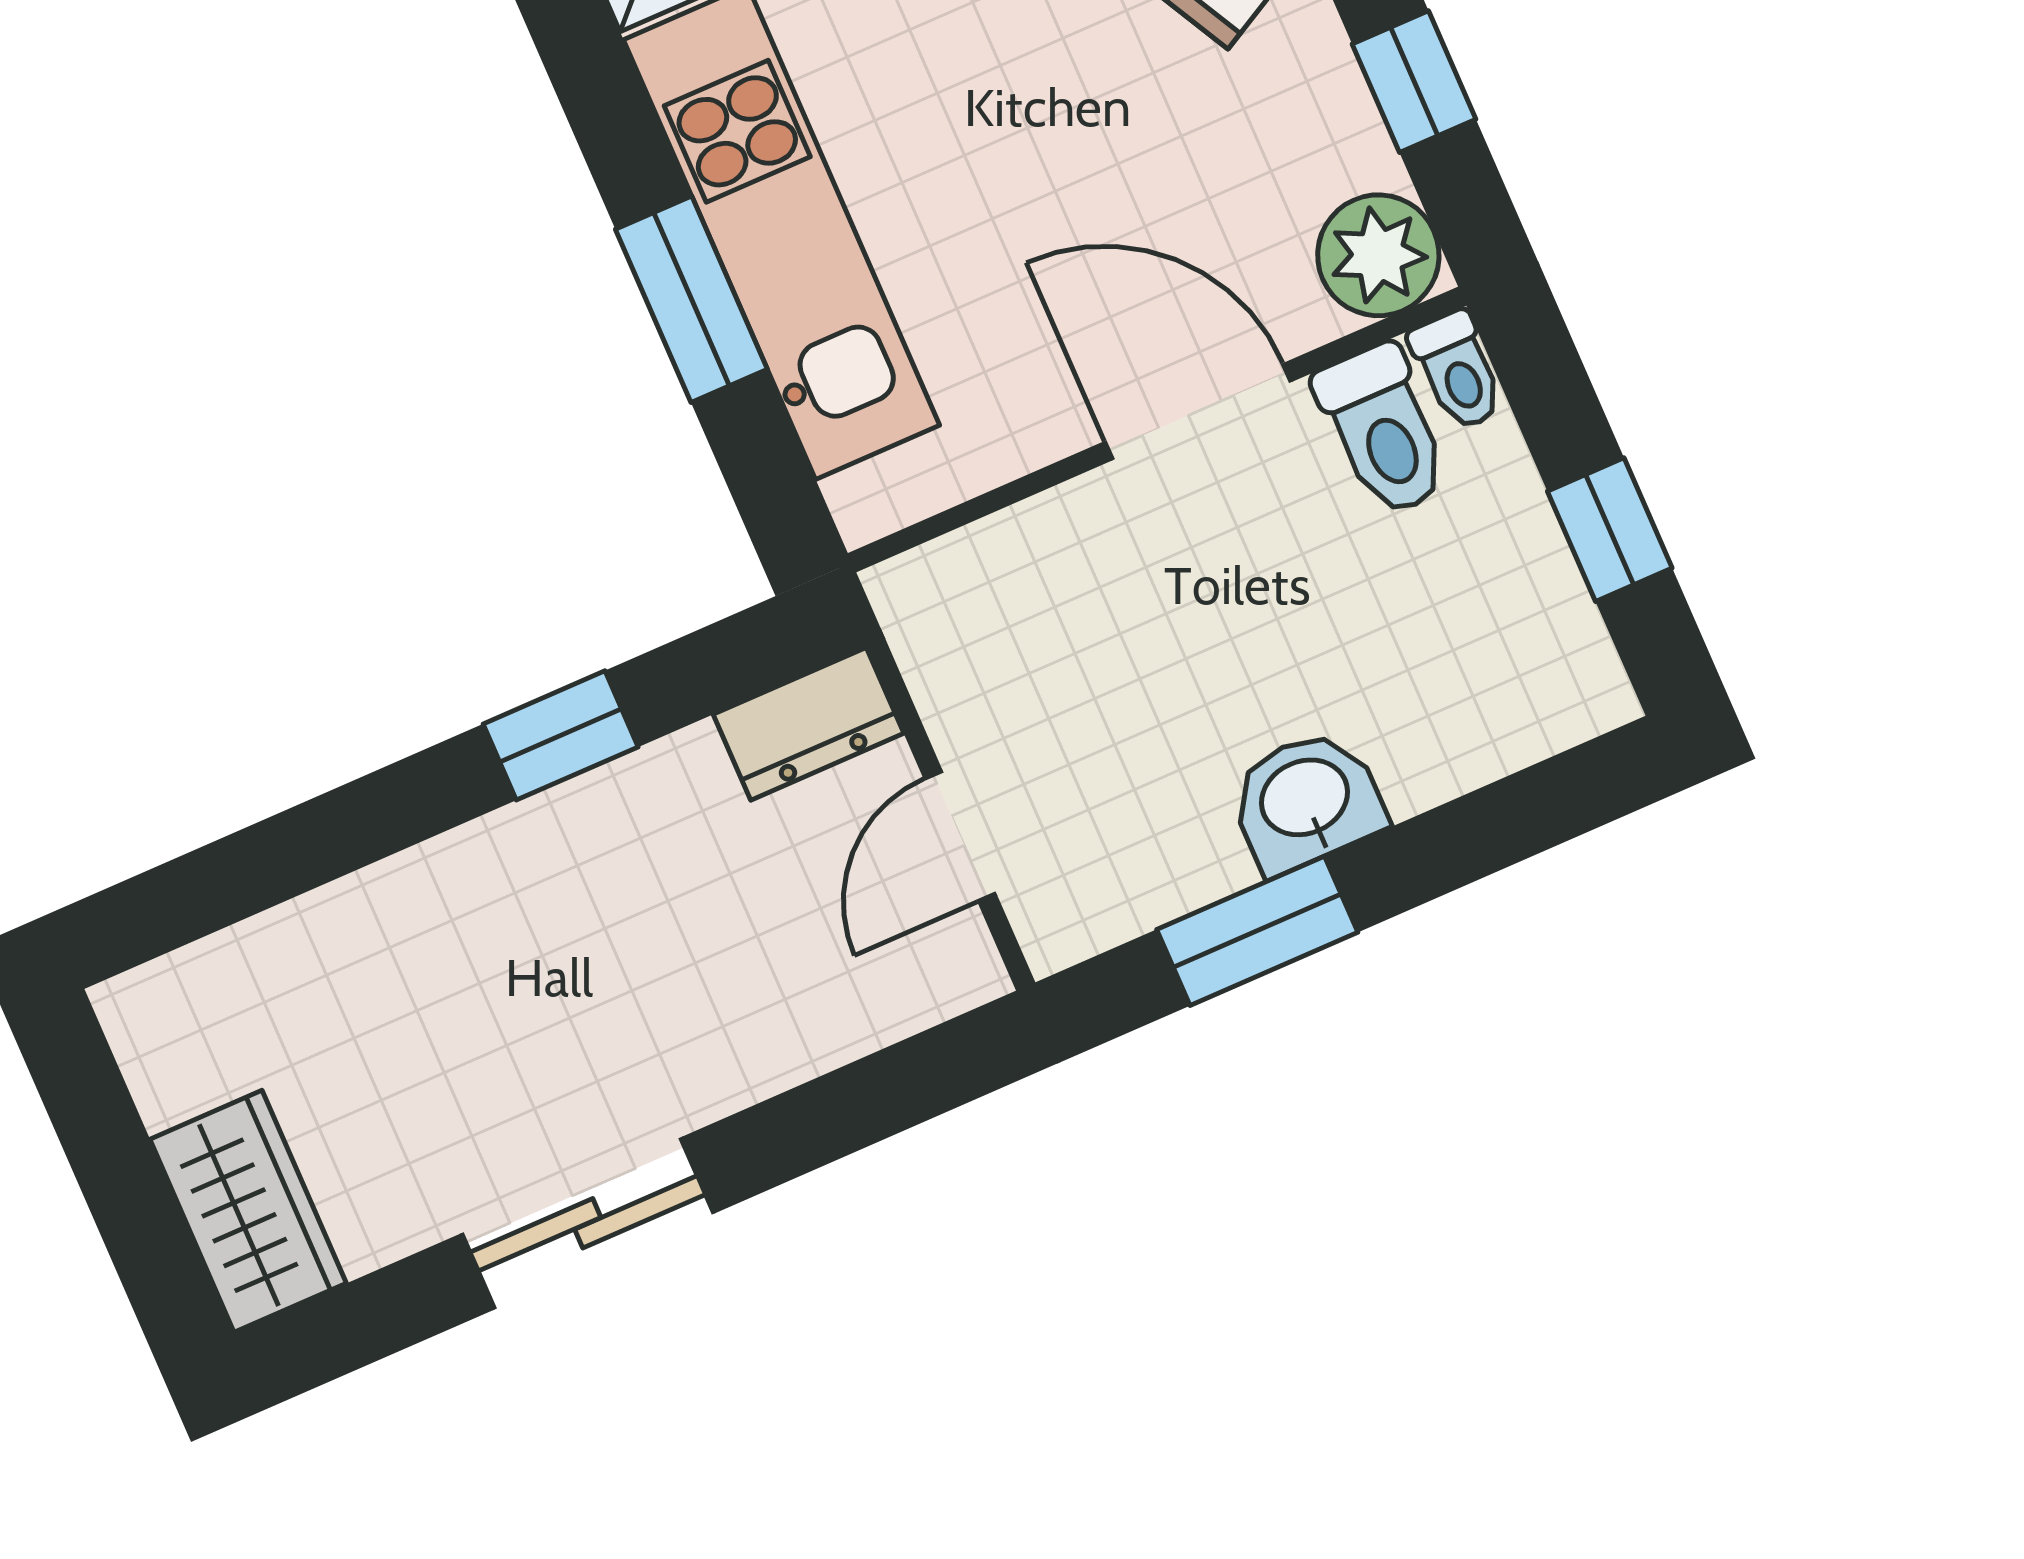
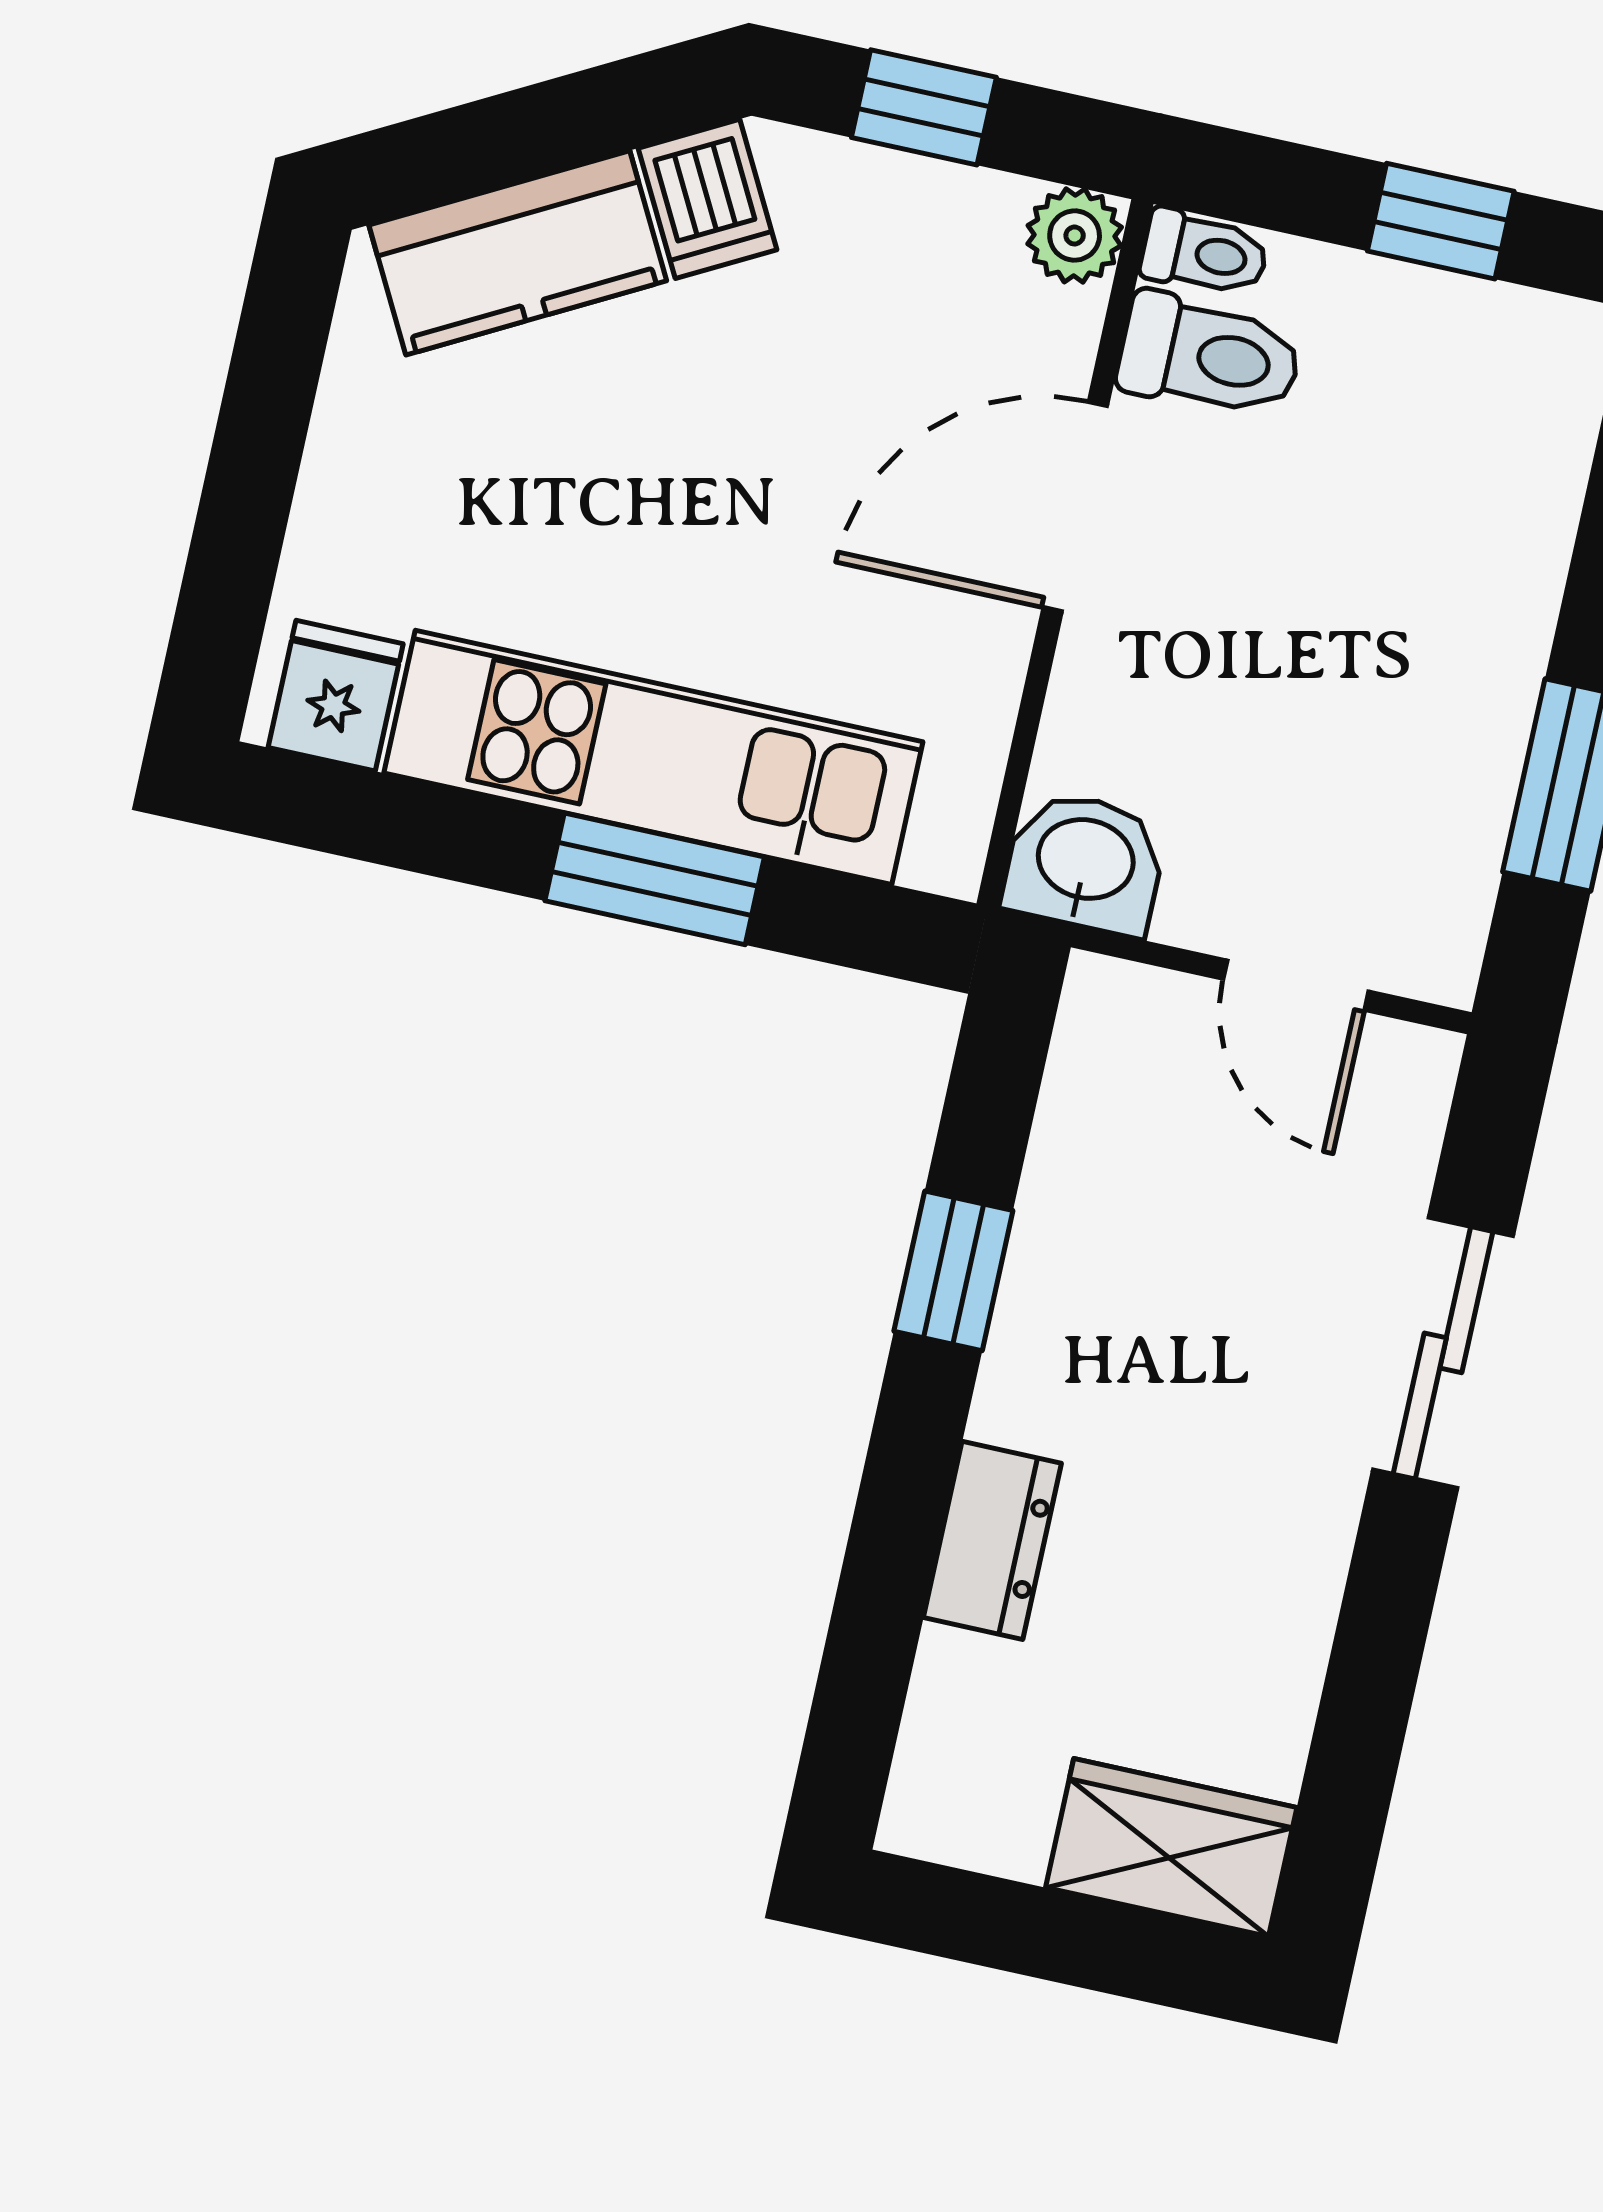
plant: (1378, 255) -> (1075, 236), width x0.73, depth x0.73
dresser: (809, 724) -> (992, 1540), moved
washbasin: (1306, 801) -> (1085, 863), moved, turned 90
sliding door: (588, 1223) -> (1443, 1353), moved

